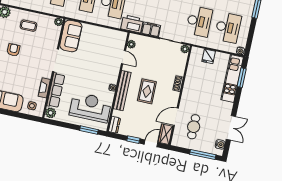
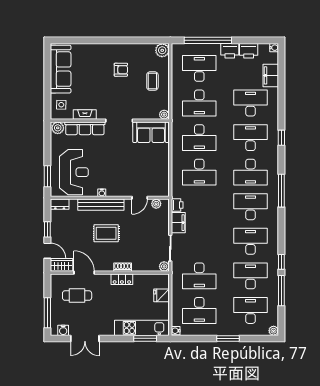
printer: (132, 24) -> (177, 205), width x0.53, depth x0.68
locker: (188, 86) -> (122, 279), added

